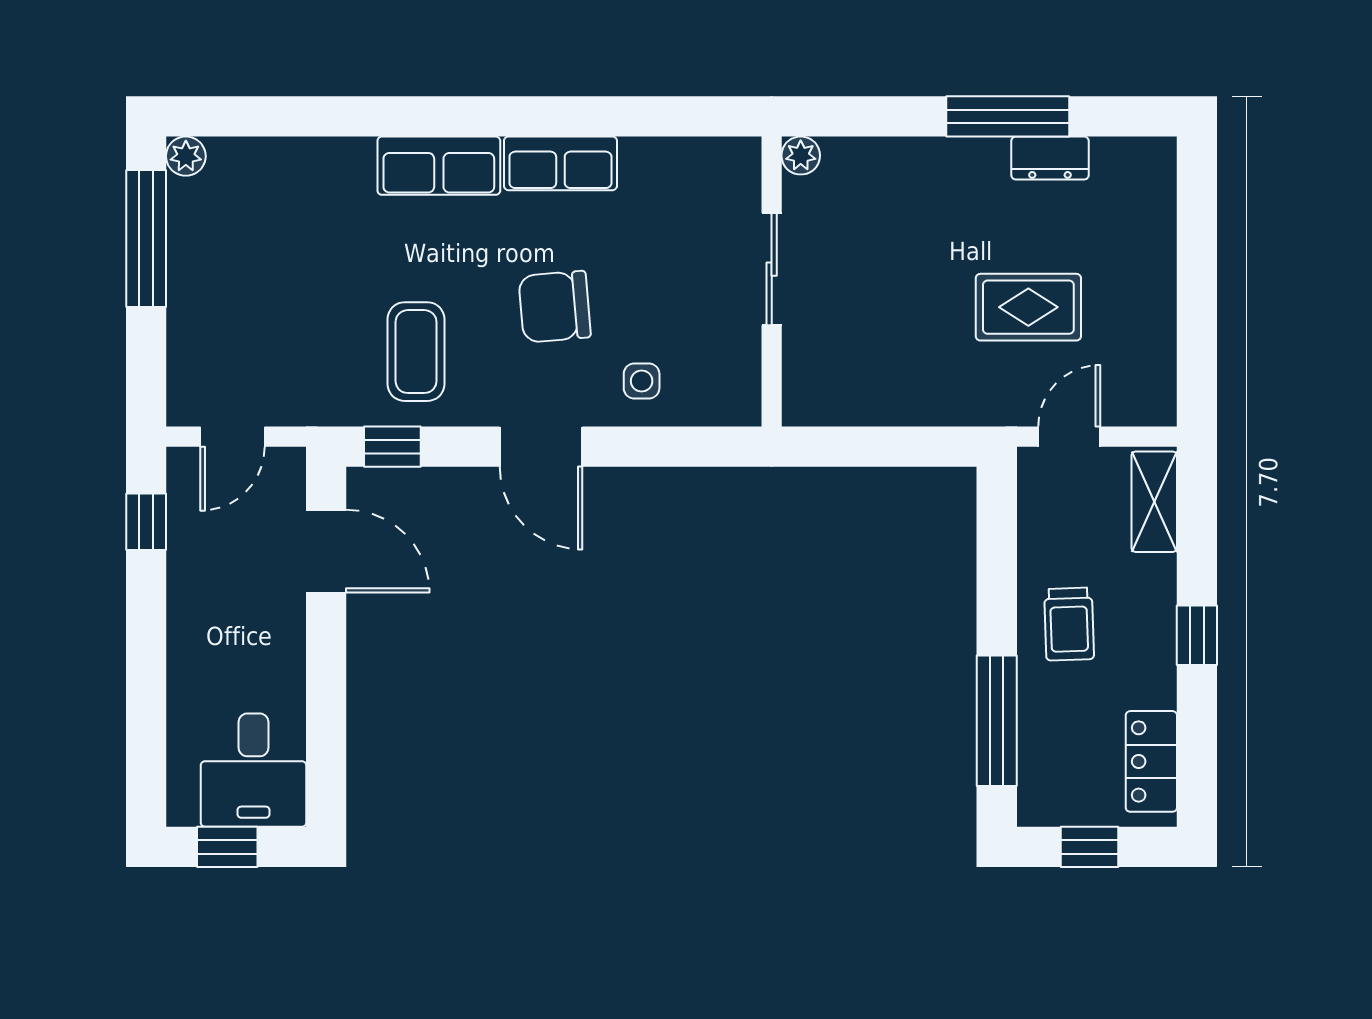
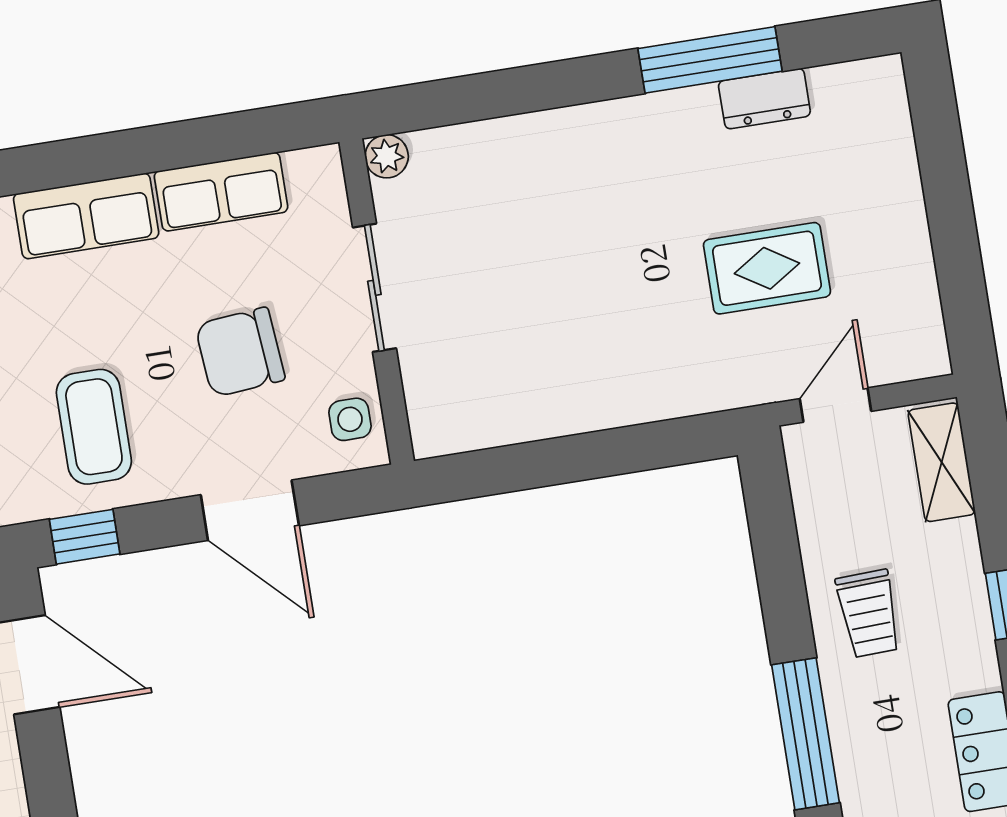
plant: (801, 156) -> (387, 156), moved
sliding door: (772, 269) -> (374, 288), moved
wall: (772, 281) -> (377, 302), moved

